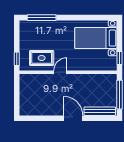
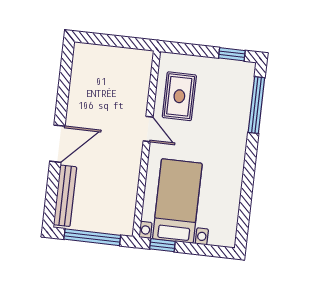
bed with nightstands: (96, 38) -> (177, 201), moved
window: (17, 59) -> (232, 54), moved

